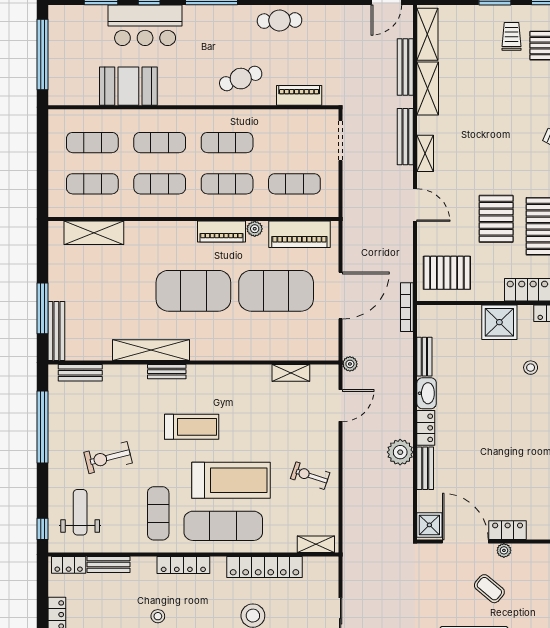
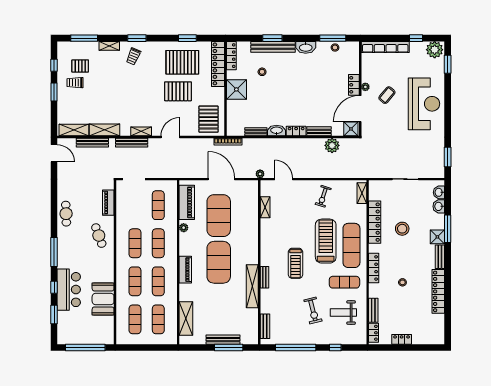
piano: (222, 232) -> (185, 270), moved
bench: (56, 331) -> (223, 340), moved
treadmill: (192, 427) -> (296, 263), turned 180
plant: (400, 452) -> (332, 145), moved
weight bench: (80, 512) -> (343, 313), moved
window: (42, 529) -> (335, 348), moved

